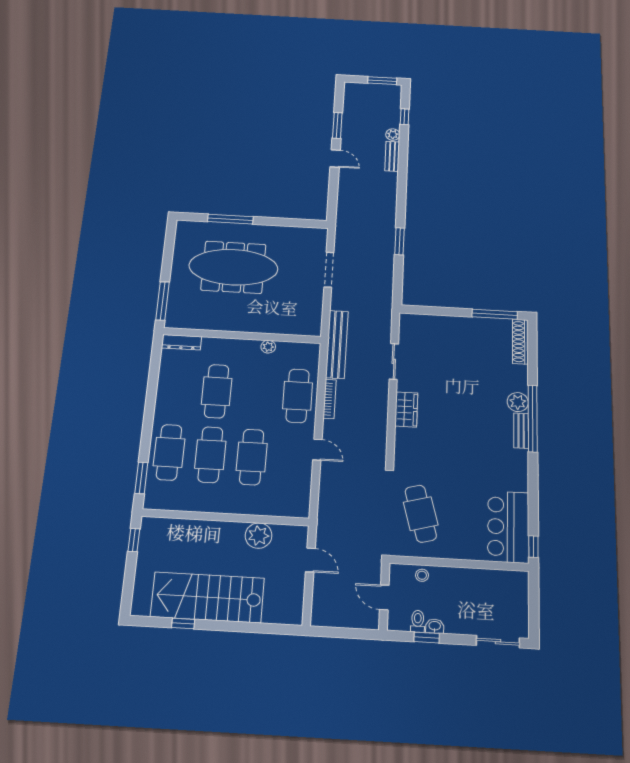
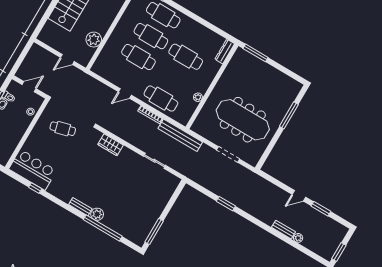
window: (405, 117) -> (307, 251), removed
meeting table: (233, 267) -> (243, 120), moved, turned 90
shoe rack: (520, 342) -> (131, 236), removed
wardrobe: (406, 410) -> (111, 145), moved
window: (533, 418) -> (103, 228), moved
cafe table: (421, 514) -> (63, 129), width x0.73, depth x0.74
window: (533, 547) -> (35, 188), moved

